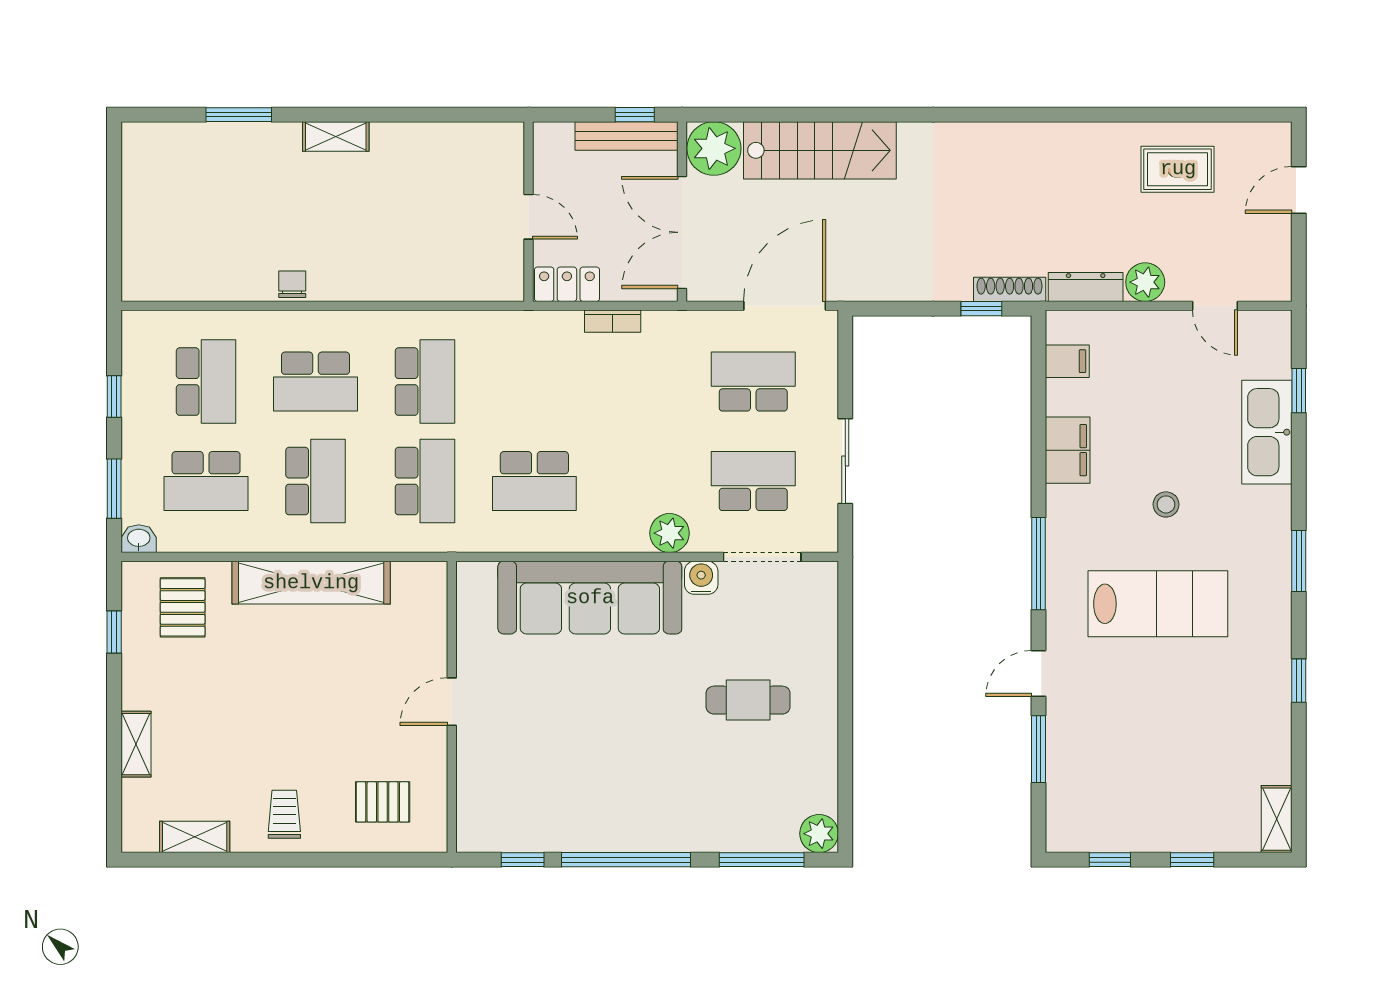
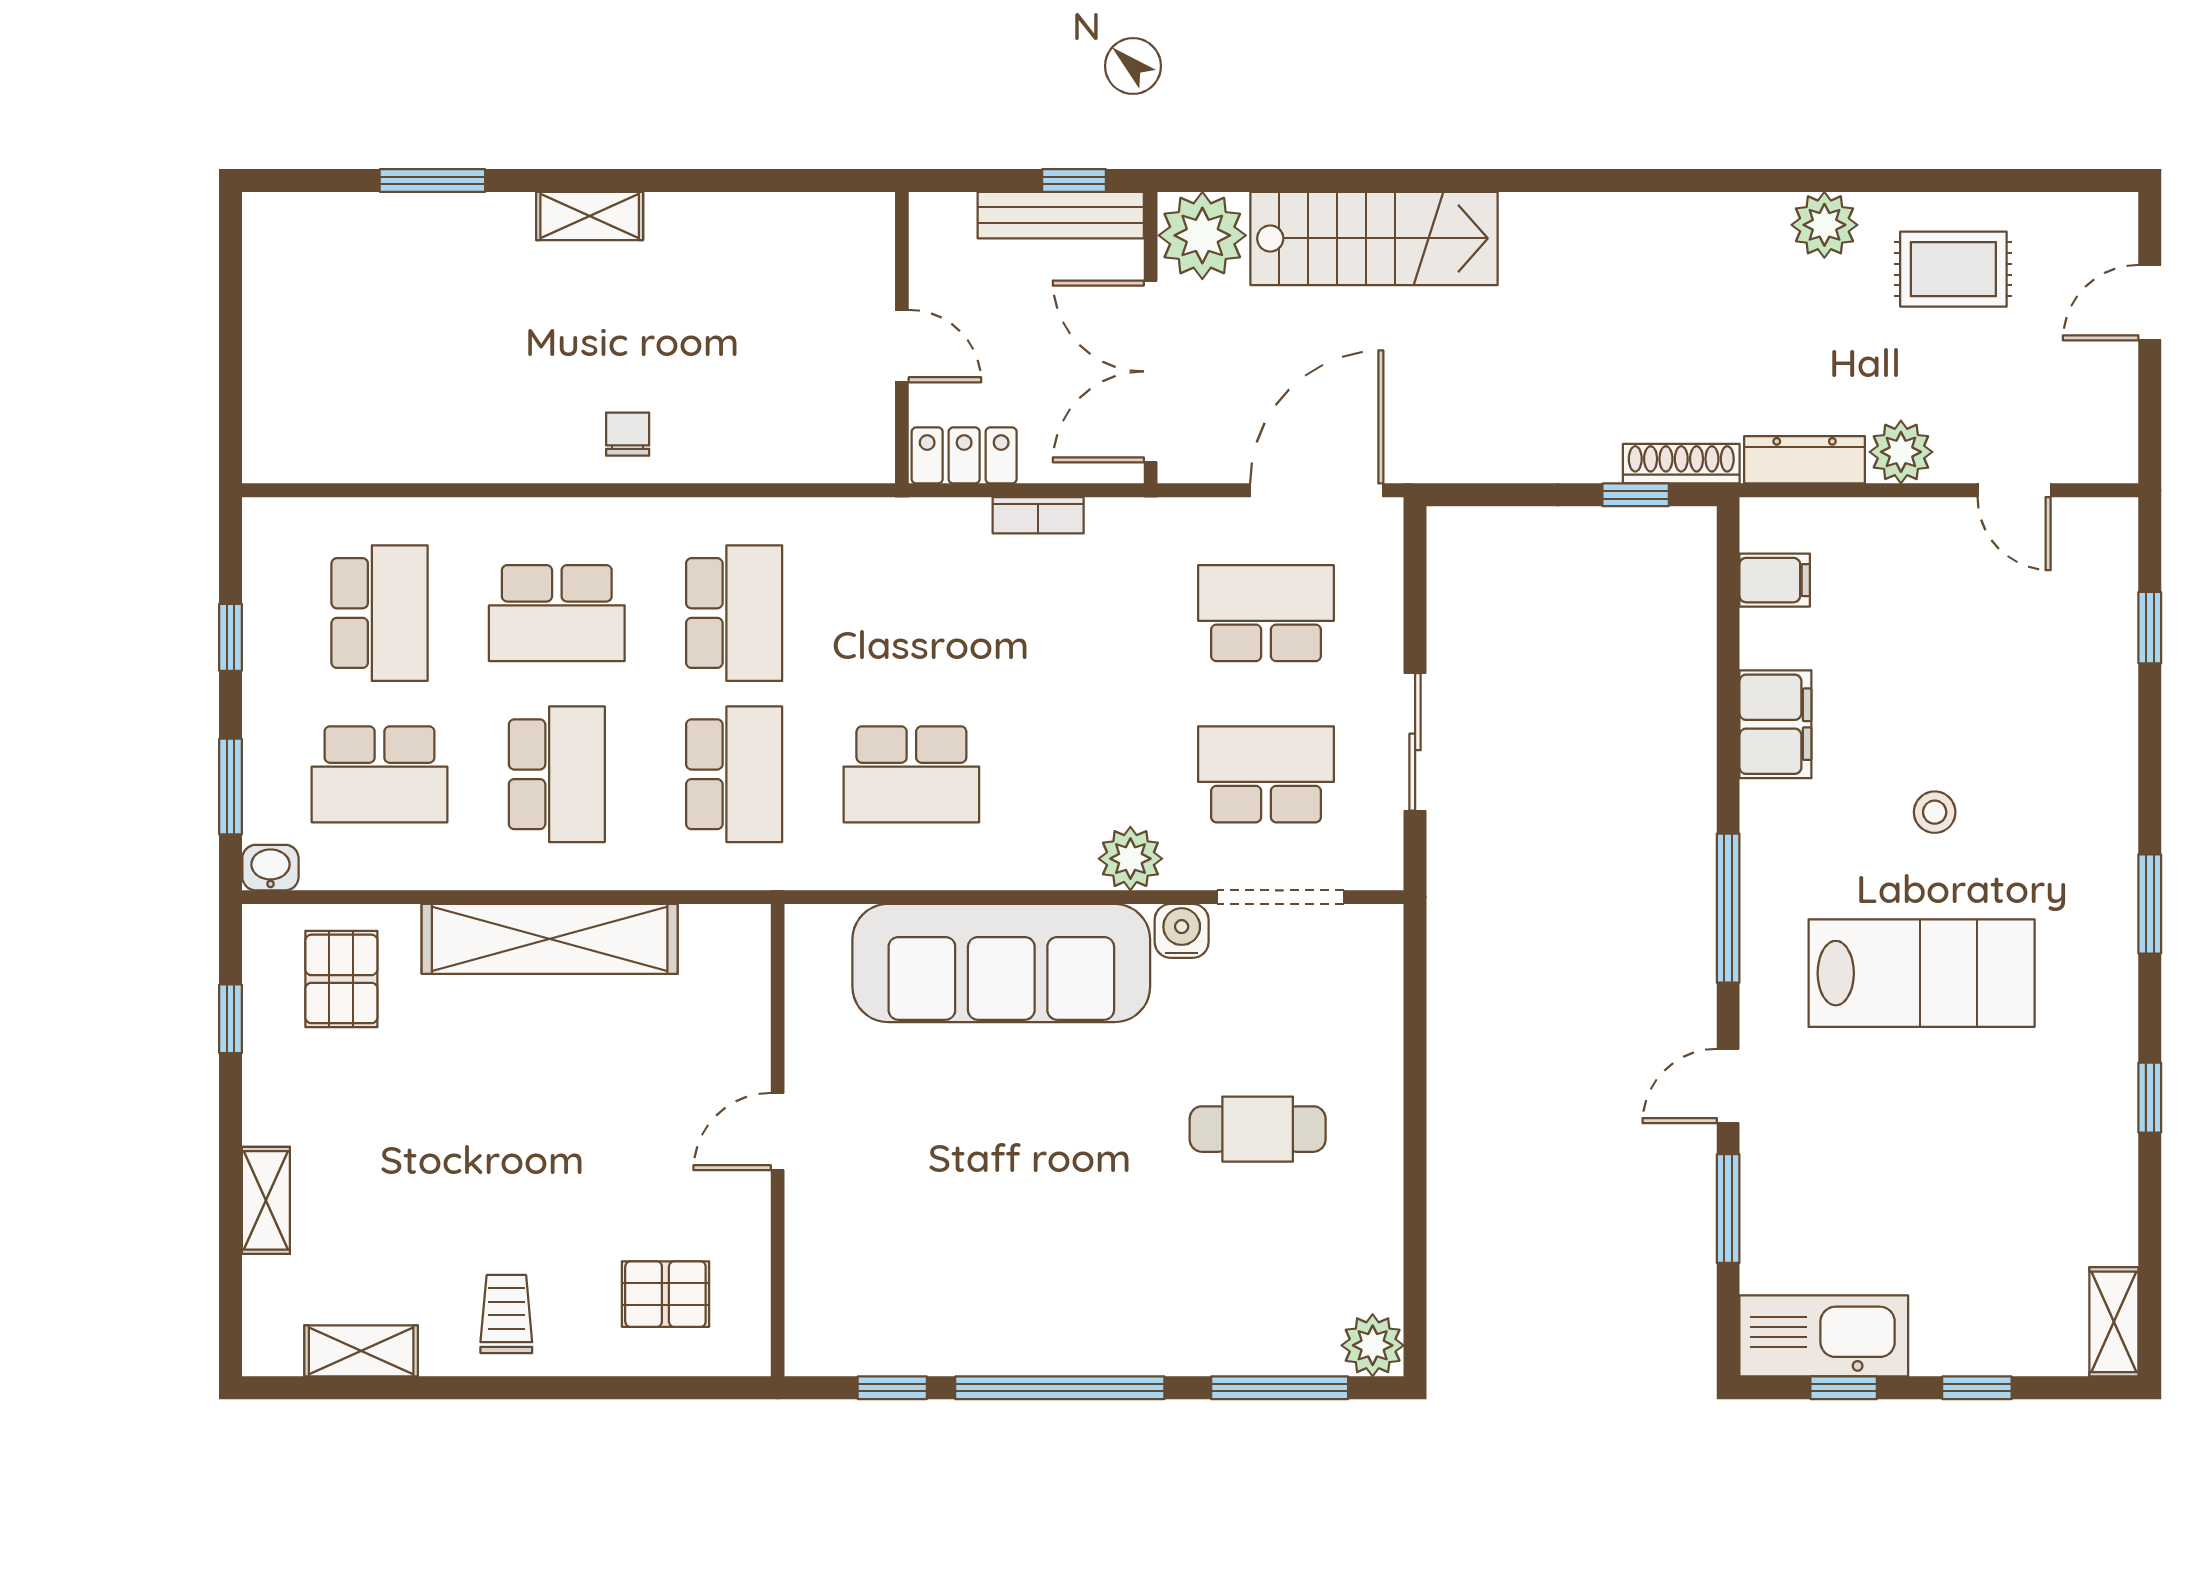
plant: (1098, 142) -> (1824, 225), added
chair: (292, 284) -> (628, 434), moved
kitchen sink: (1267, 432) -> (1824, 1336), moved, turned 90

